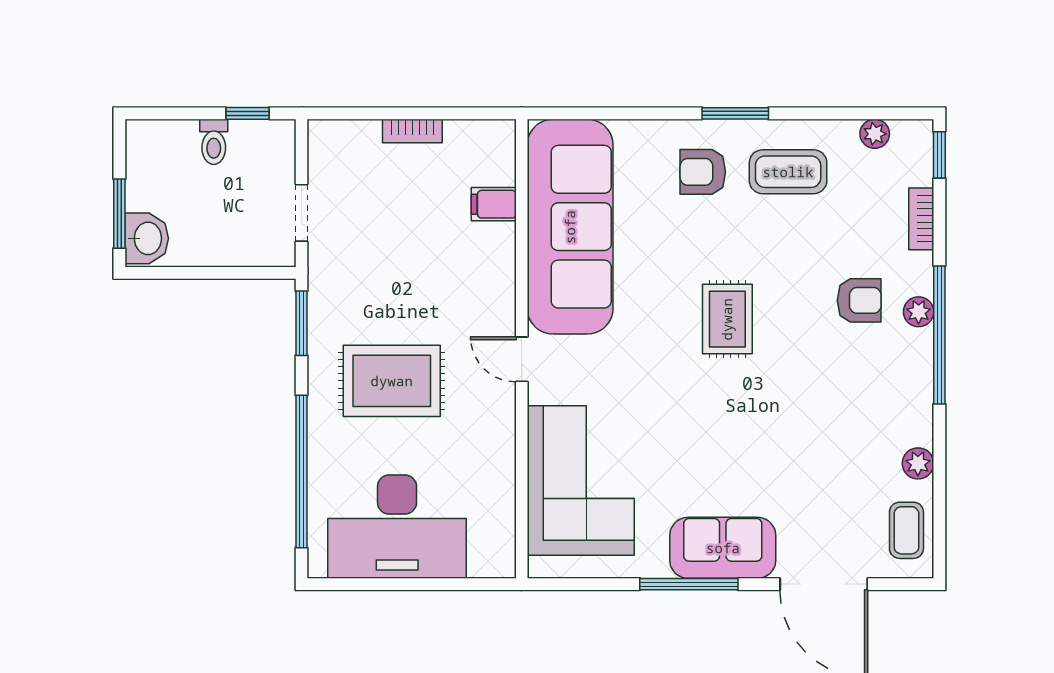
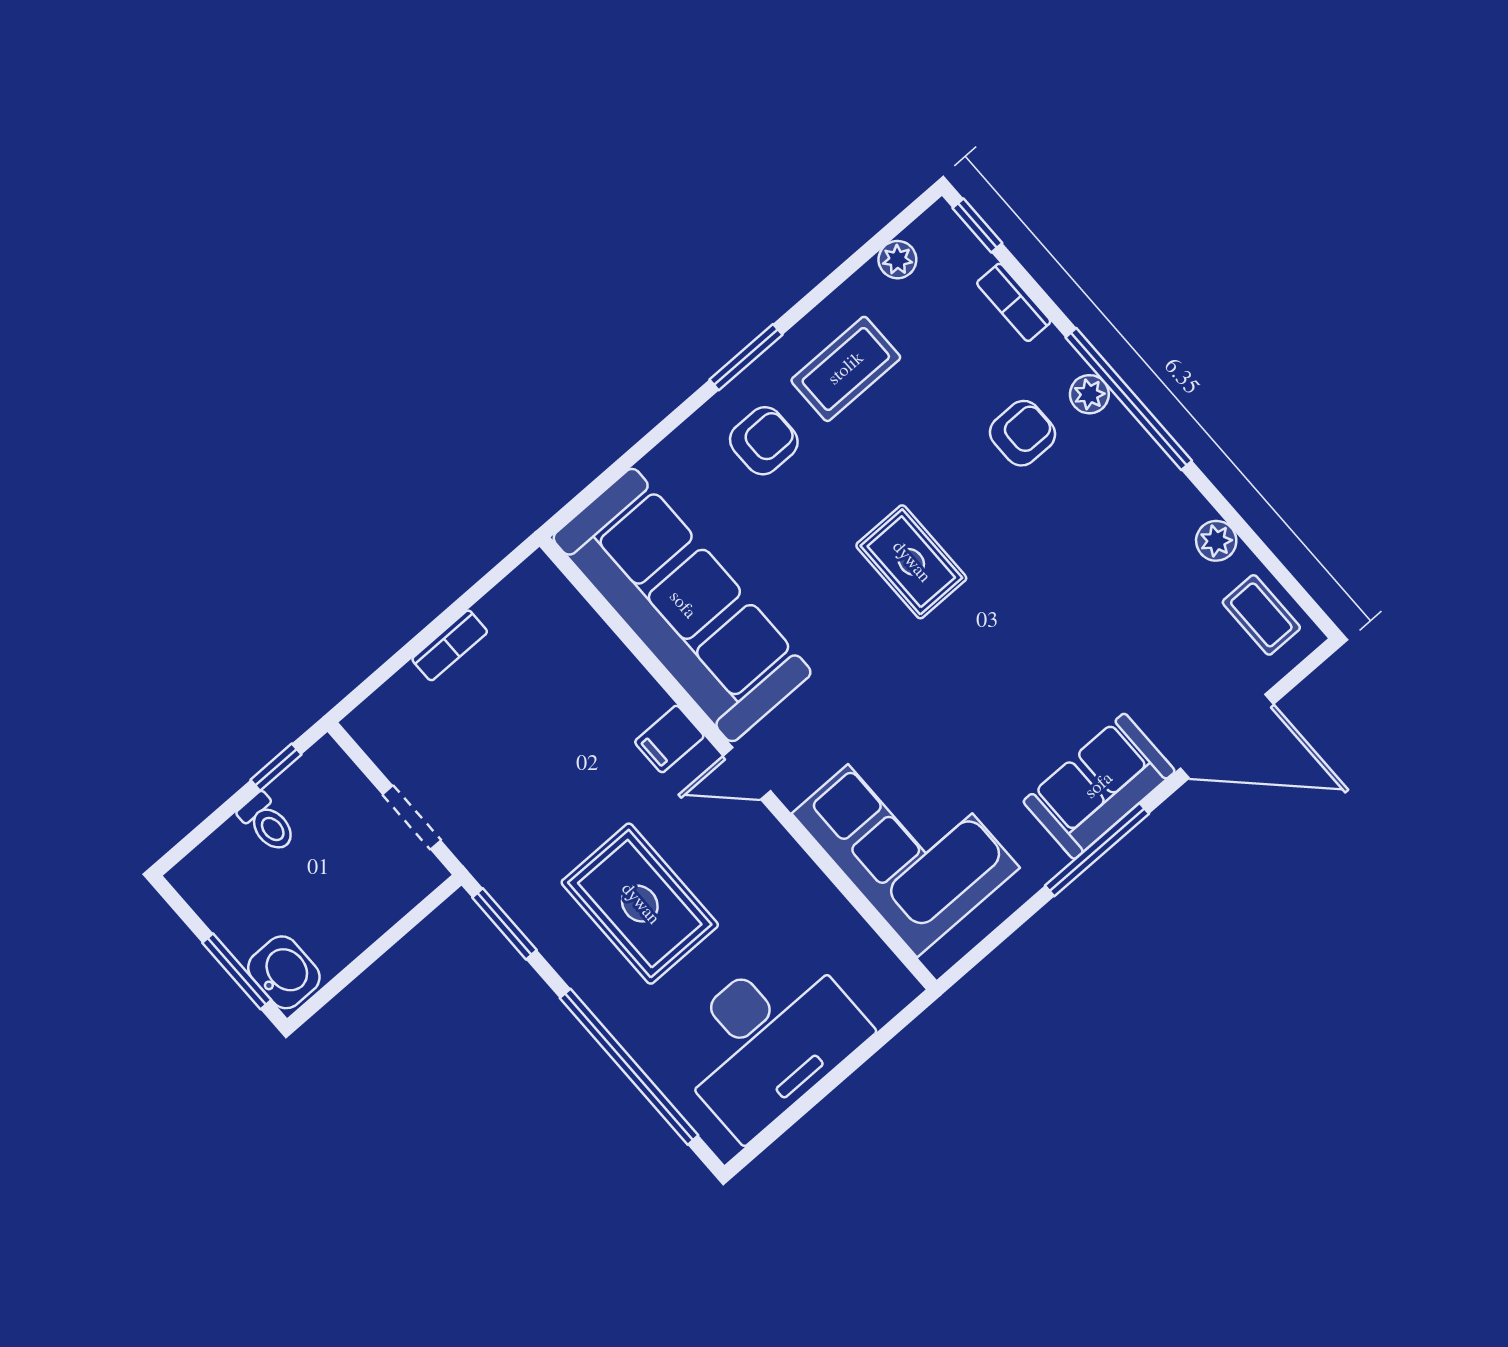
armchair: (703, 172) -> (764, 441), turned 180
filing cabinet: (494, 204) -> (669, 739), moved
rug: (392, 381) -> (640, 904), turned 90

